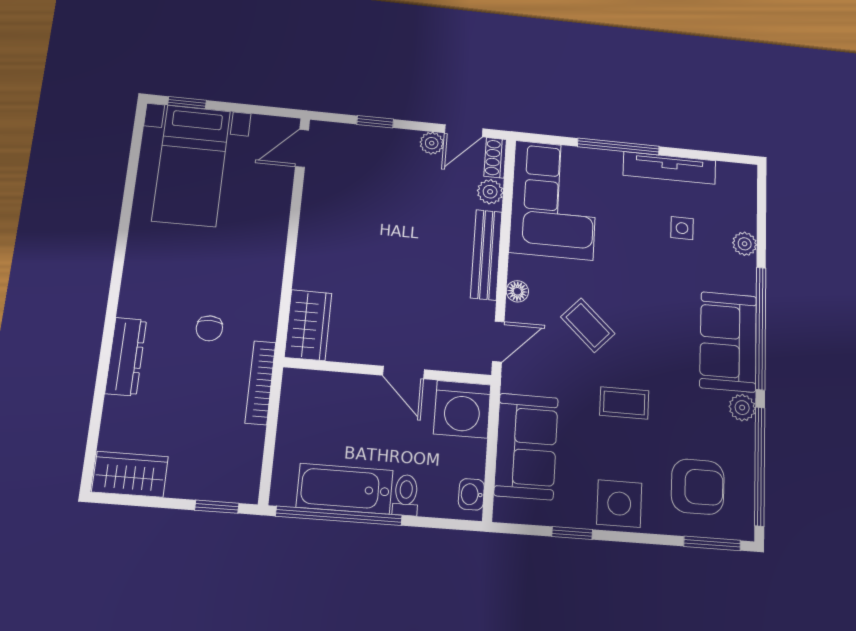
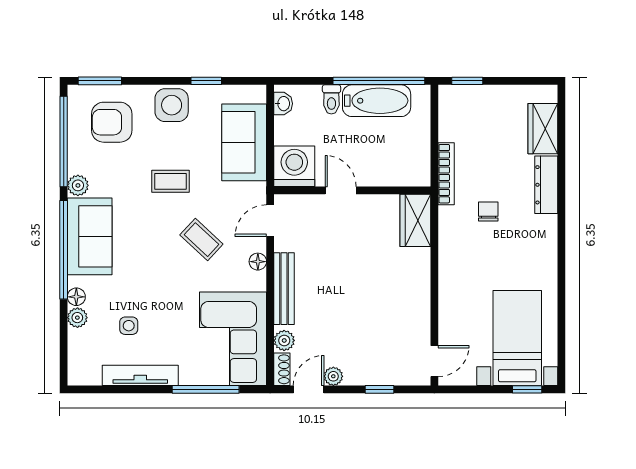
window: (618, 146) -> (206, 389), moved
floor lamp: (746, 269) -> (76, 297), added
wardrobe: (130, 474) -> (543, 129), moved, turned 90

